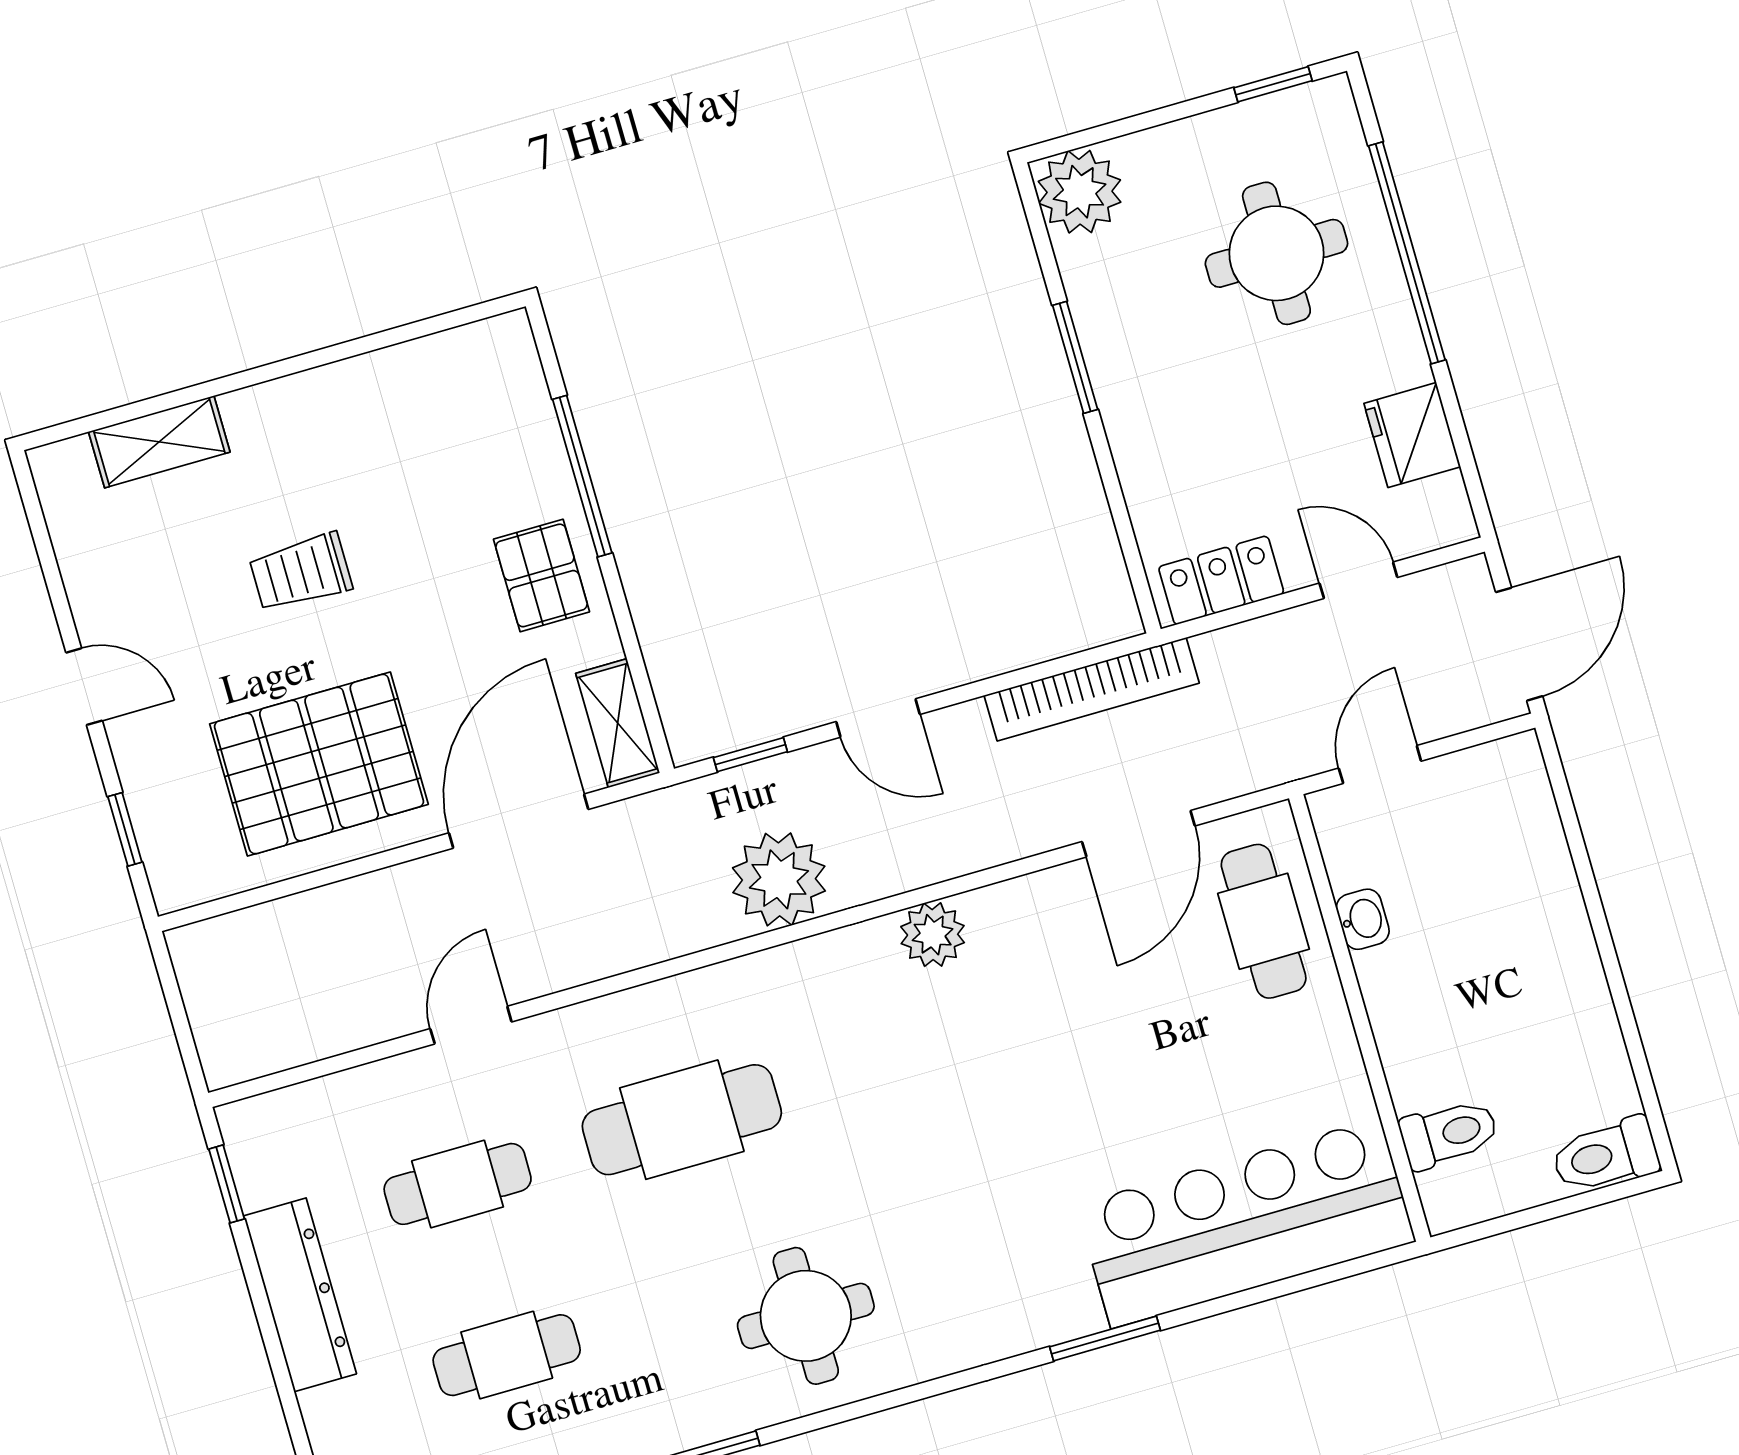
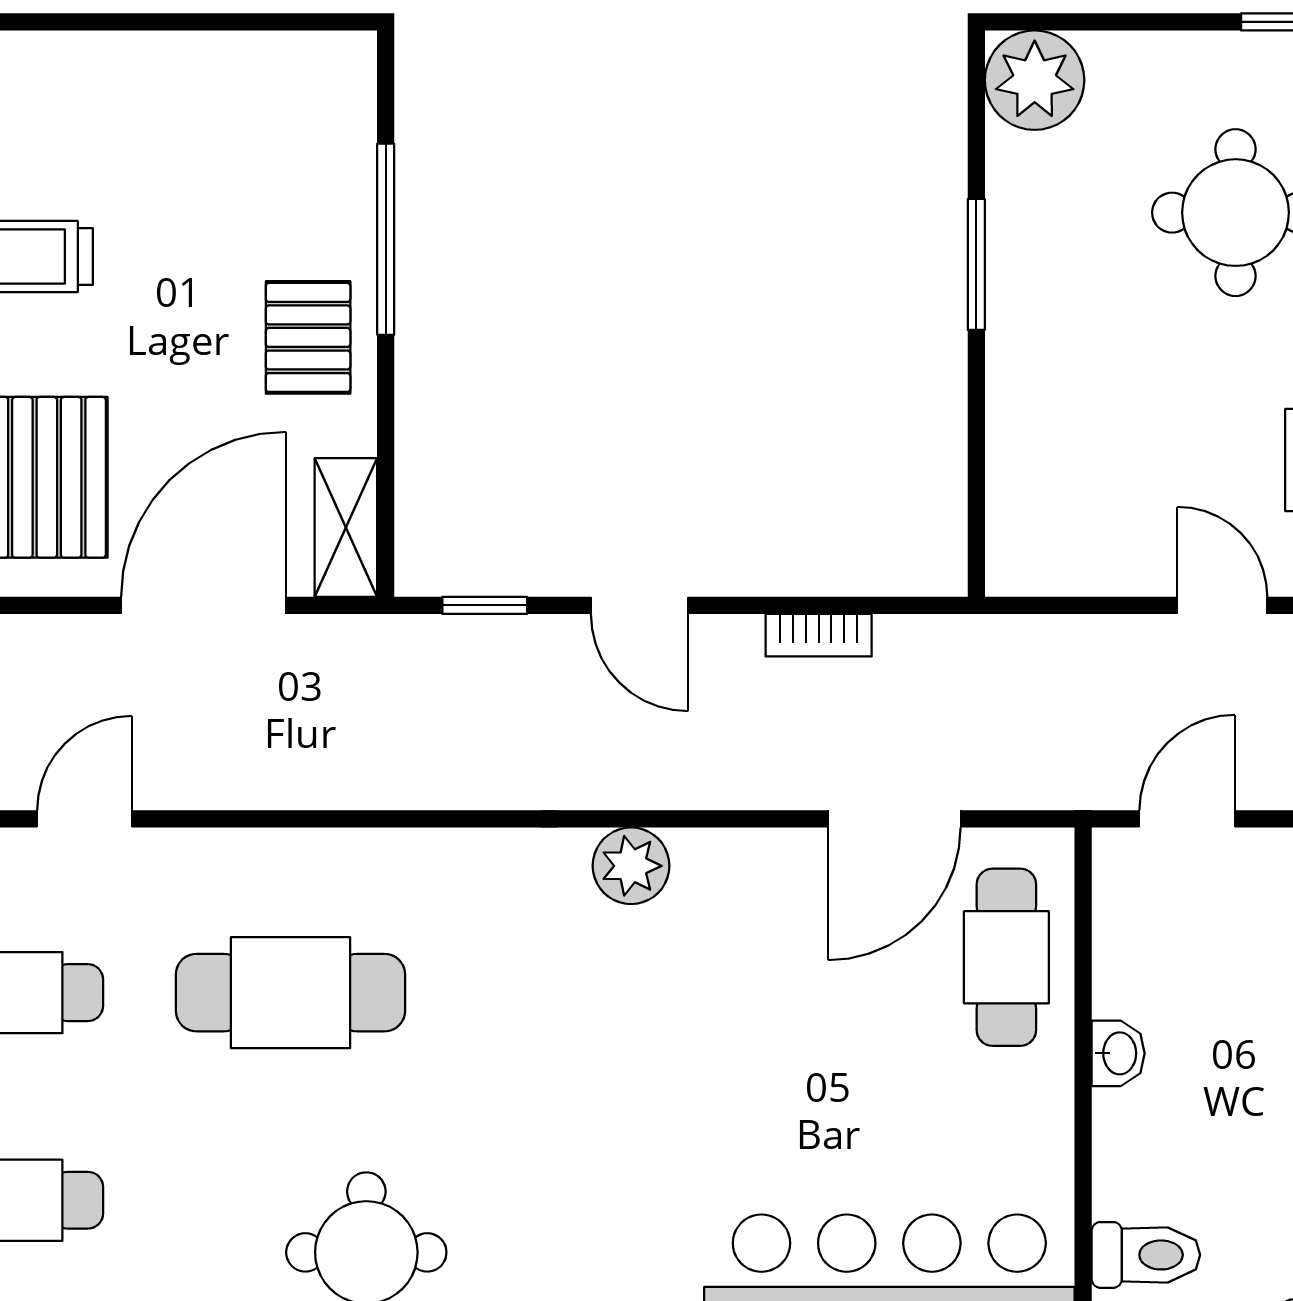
locker: (1221, 580) -> (1068, 561), removed
bookcase: (1092, 689) -> (819, 635), width x0.43, depth x0.76
plant: (779, 879) -> (477, 754), removed
washbasin: (1363, 919) -> (1118, 1053), moved

